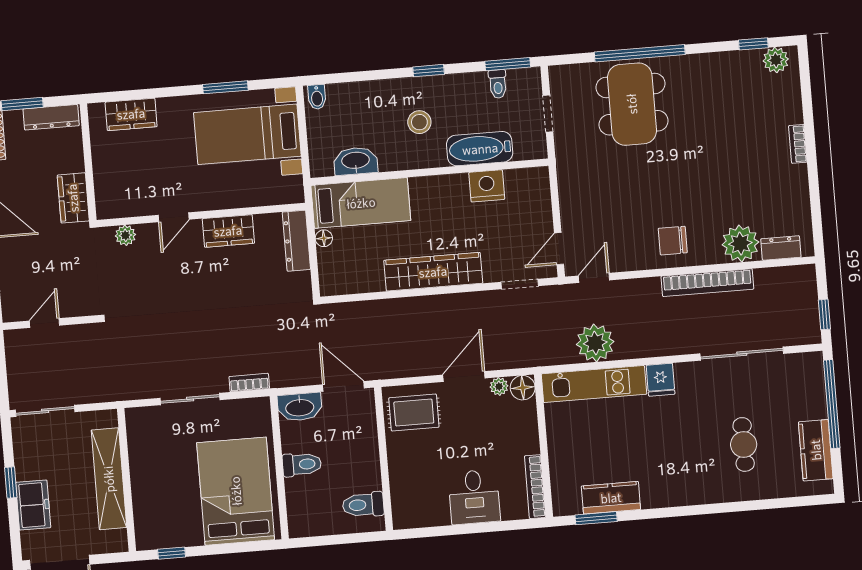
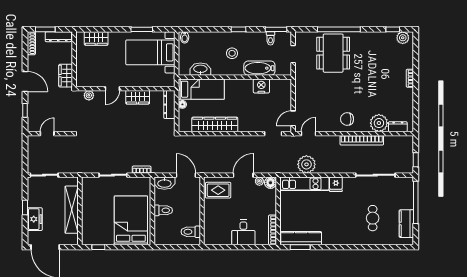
wardrobe: (433, 272) -> (215, 124), moved
kitchen counter: (611, 498) -> (301, 238), width x1.50

